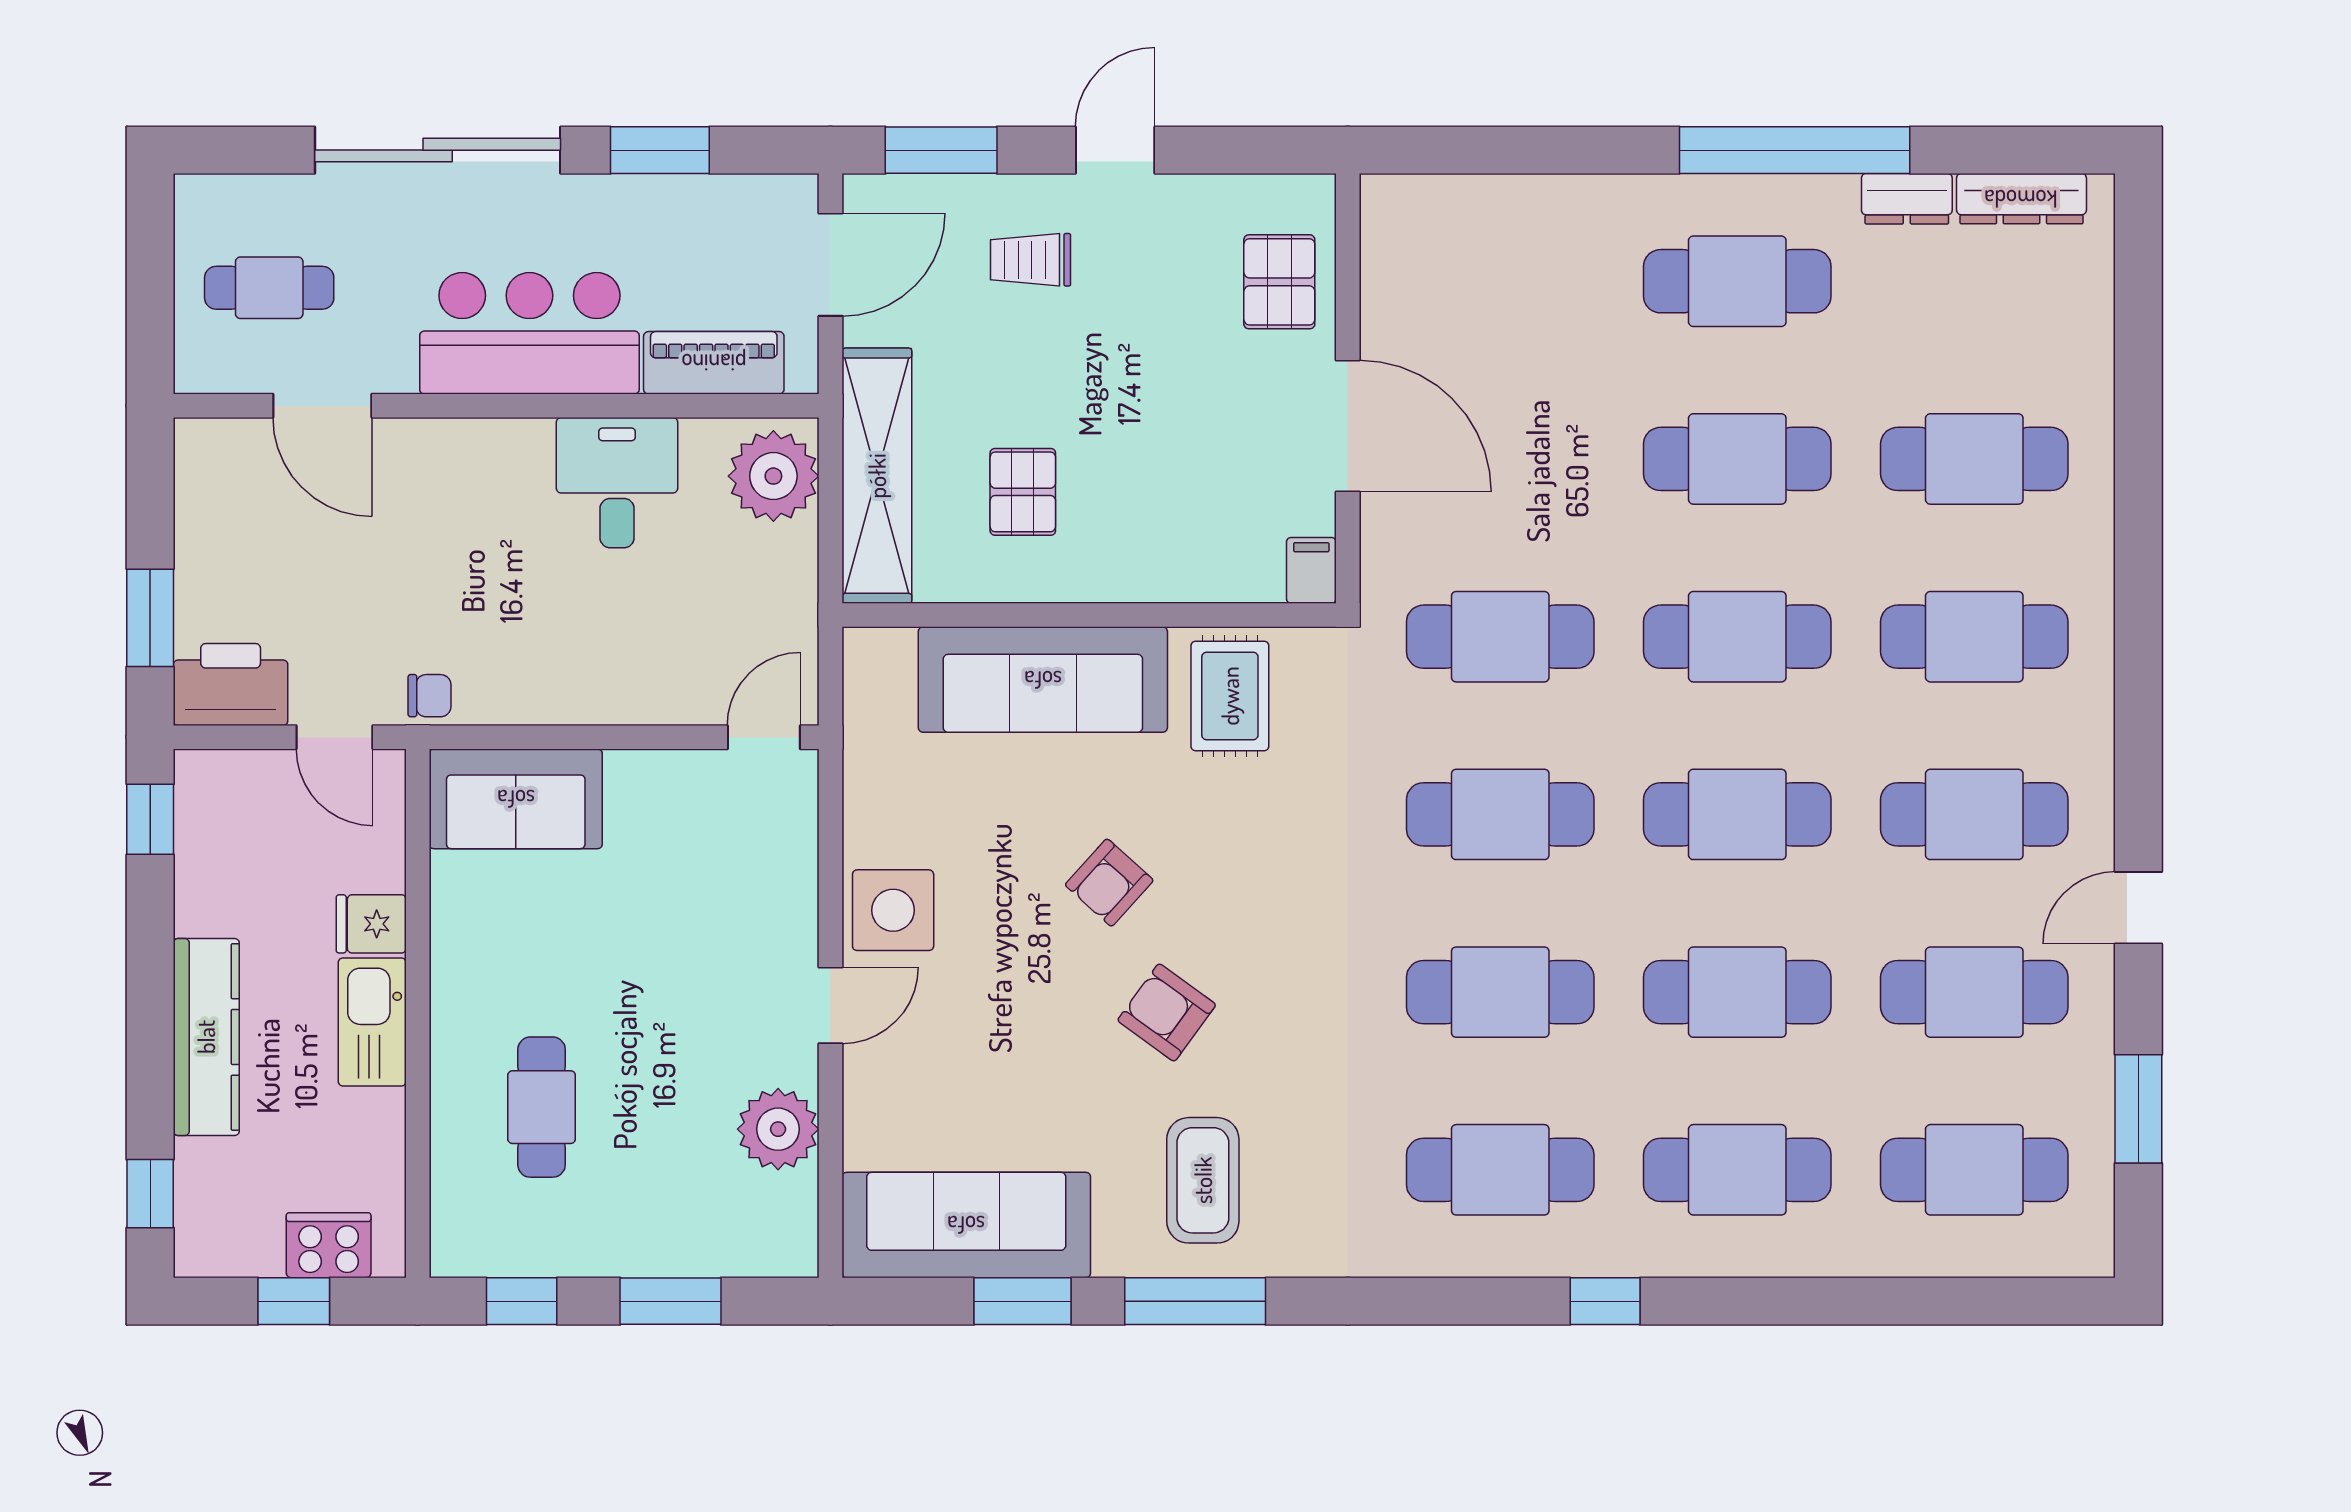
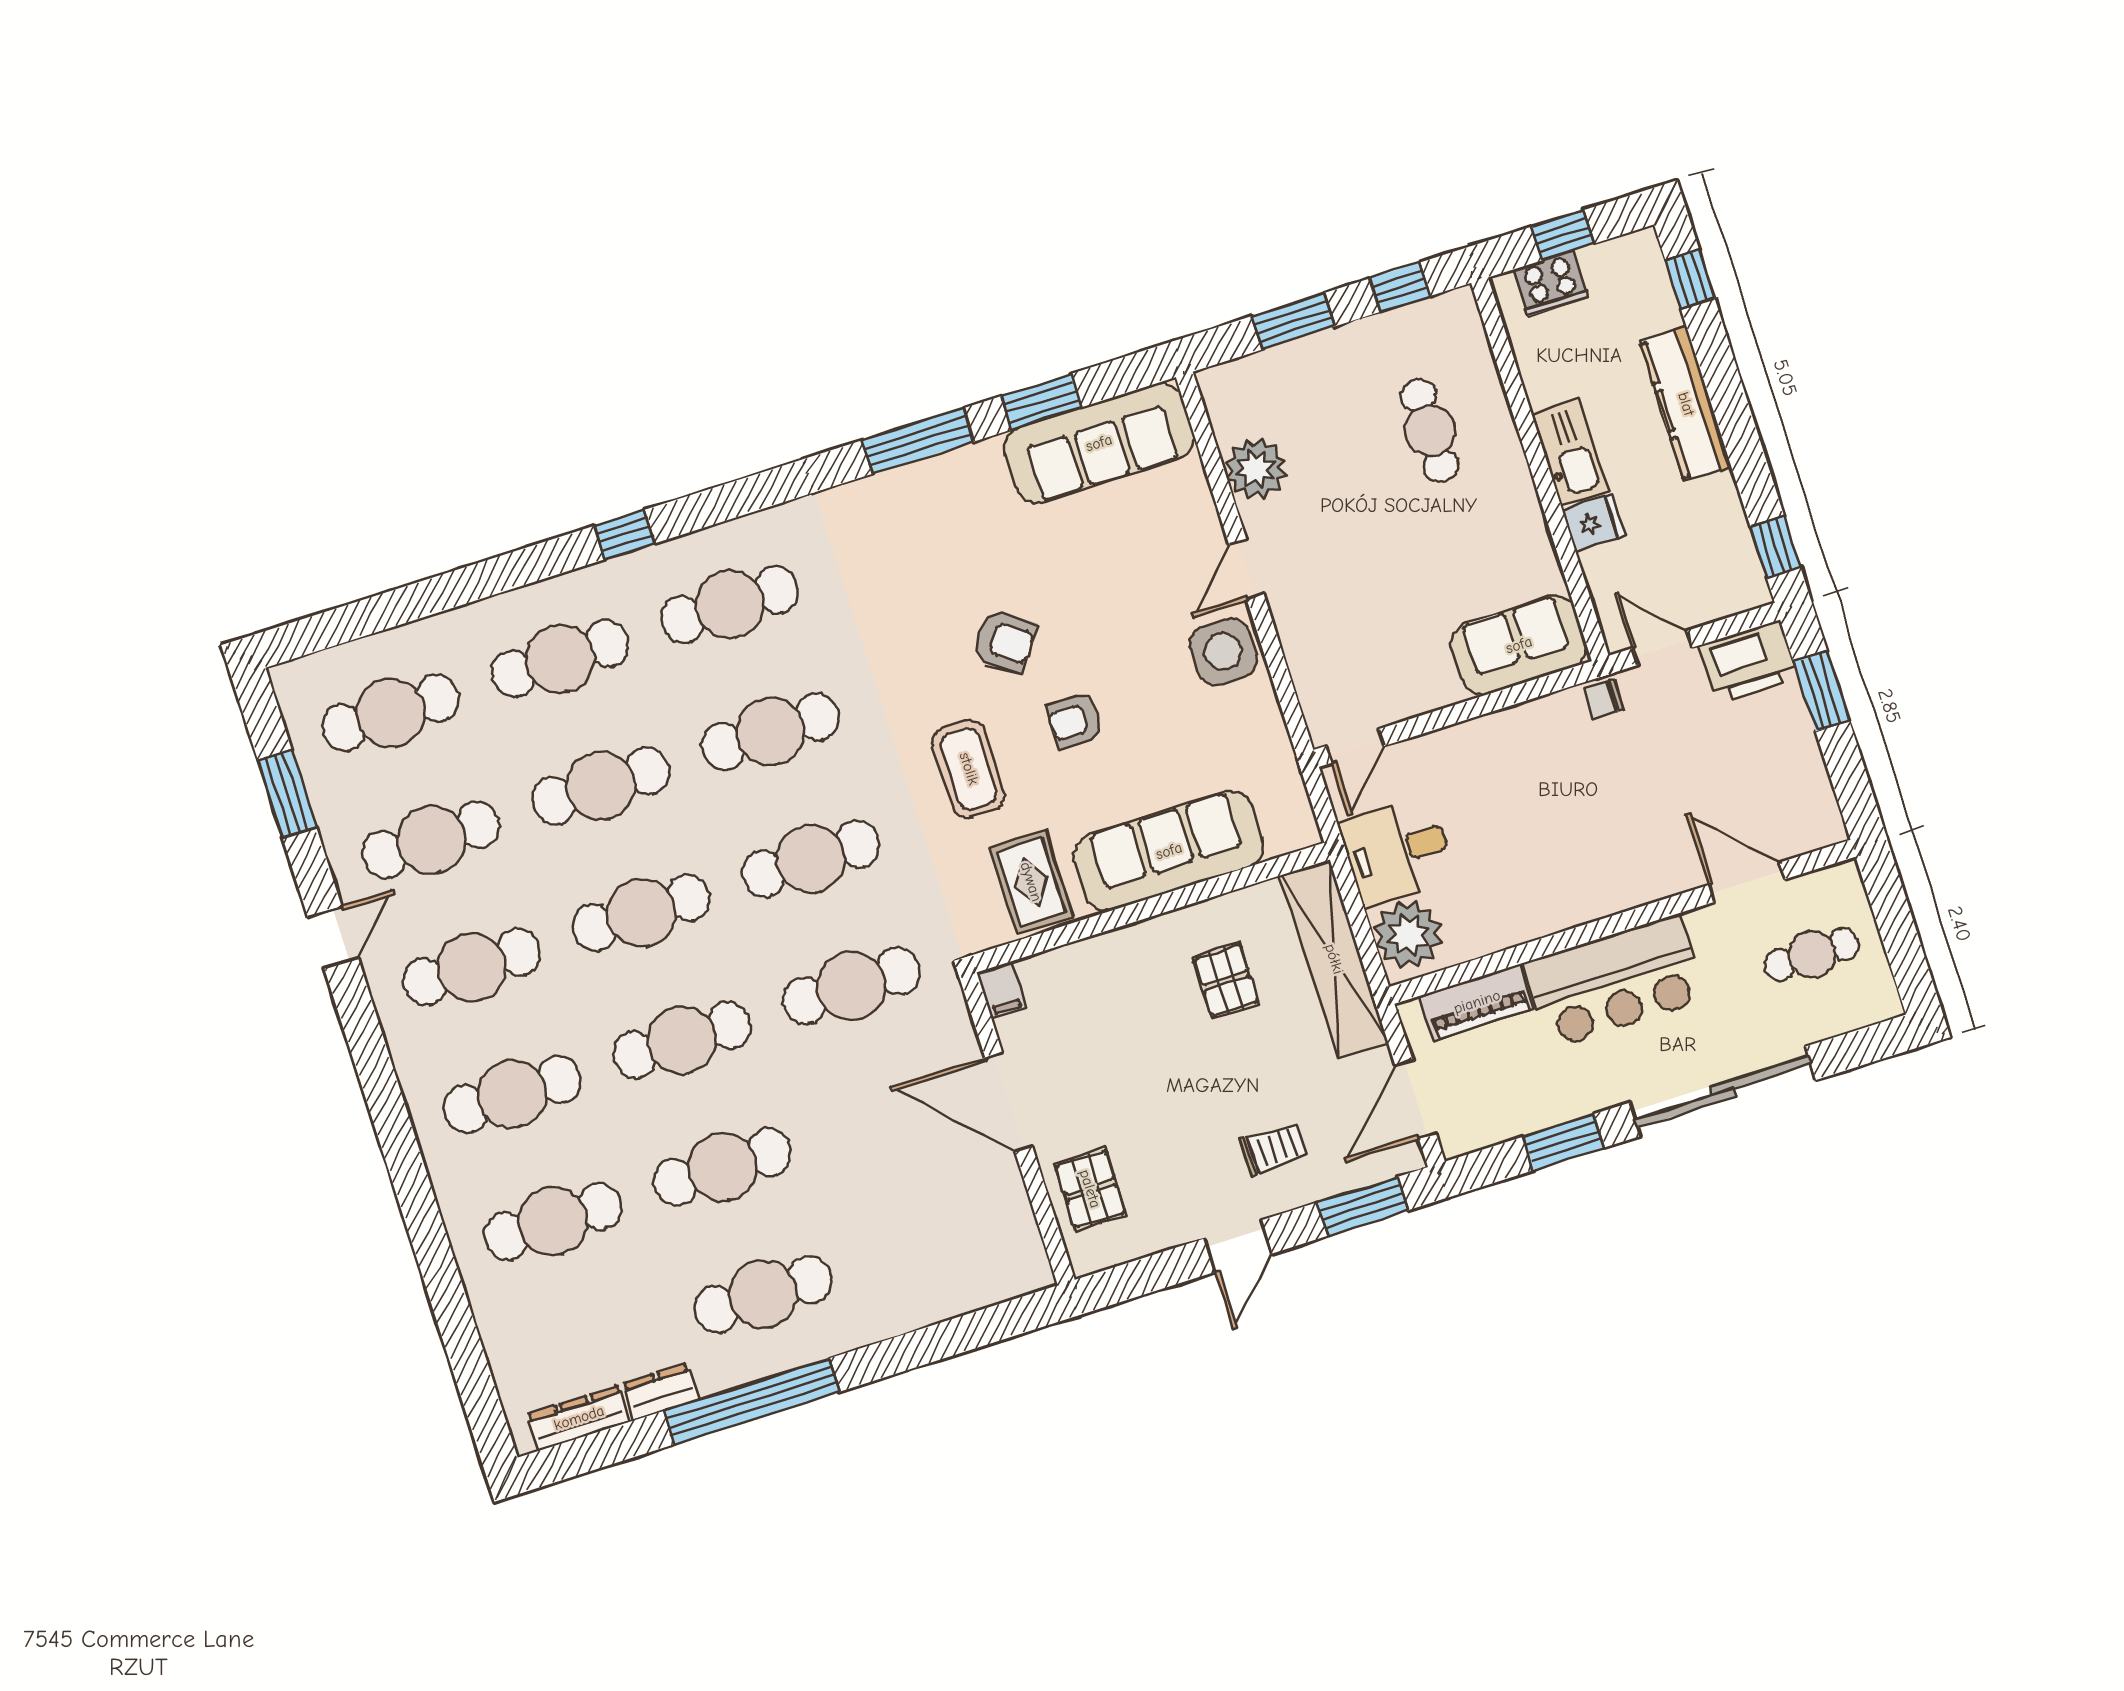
desk: (617, 483) -> (1397, 851), moved, turned 90
armchair: (1109, 883) -> (1075, 721), turned -132
coffee table: (1203, 1180) -> (969, 769), moved

